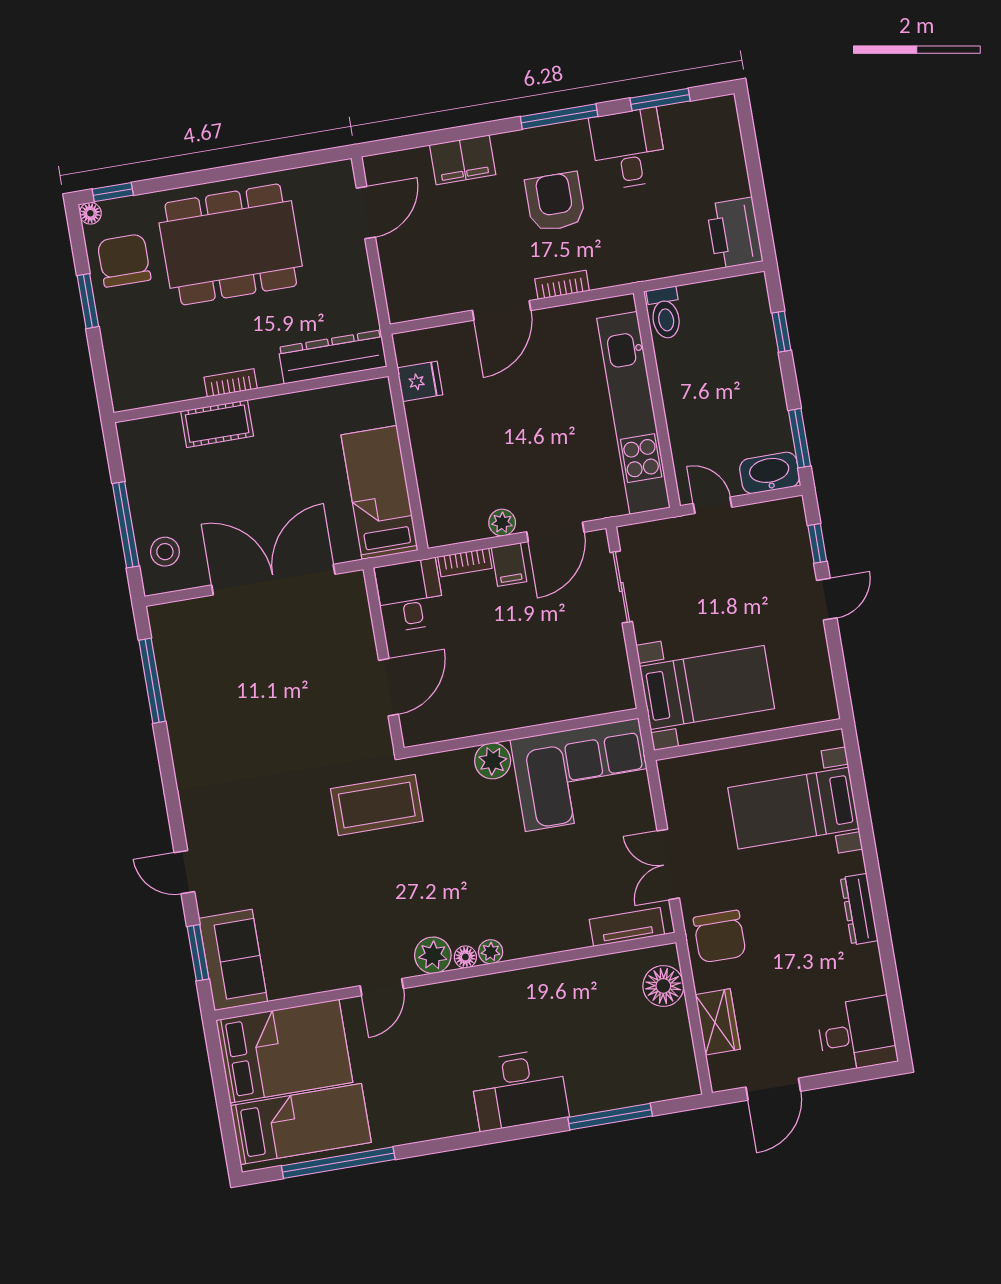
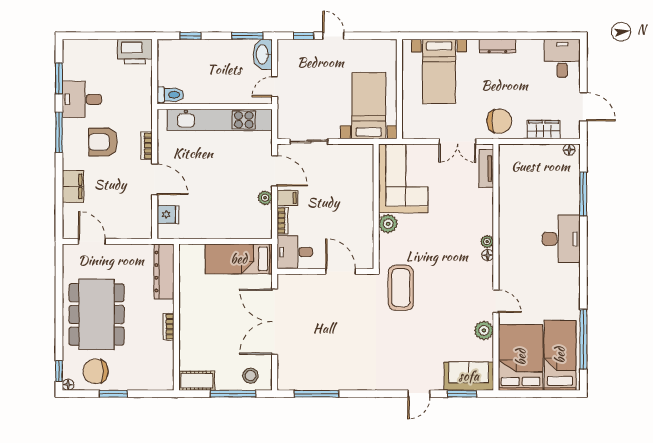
fridge: (420, 381) -> (168, 214), moved, turned 90
cot: (217, 424) -> (197, 381), moved, turned 90
plant: (433, 955) -> (484, 330), moved
floor lamp: (663, 986) -> (569, 150), moved, width x0.53, depth x0.53

